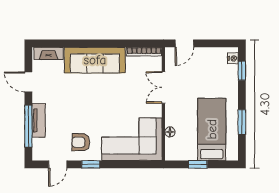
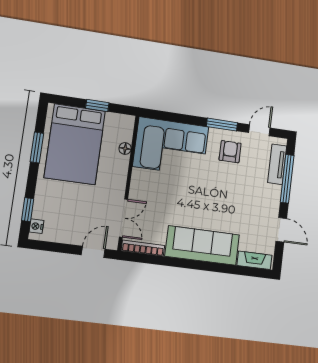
double door: (163, 87) -> (123, 218), moved
tv unit: (39, 120) -> (277, 164), moved
bed: (212, 129) -> (75, 144), width x1.50
armchair: (81, 142) -> (230, 152), turned -90
window: (91, 164) -> (222, 125), width x1.50

